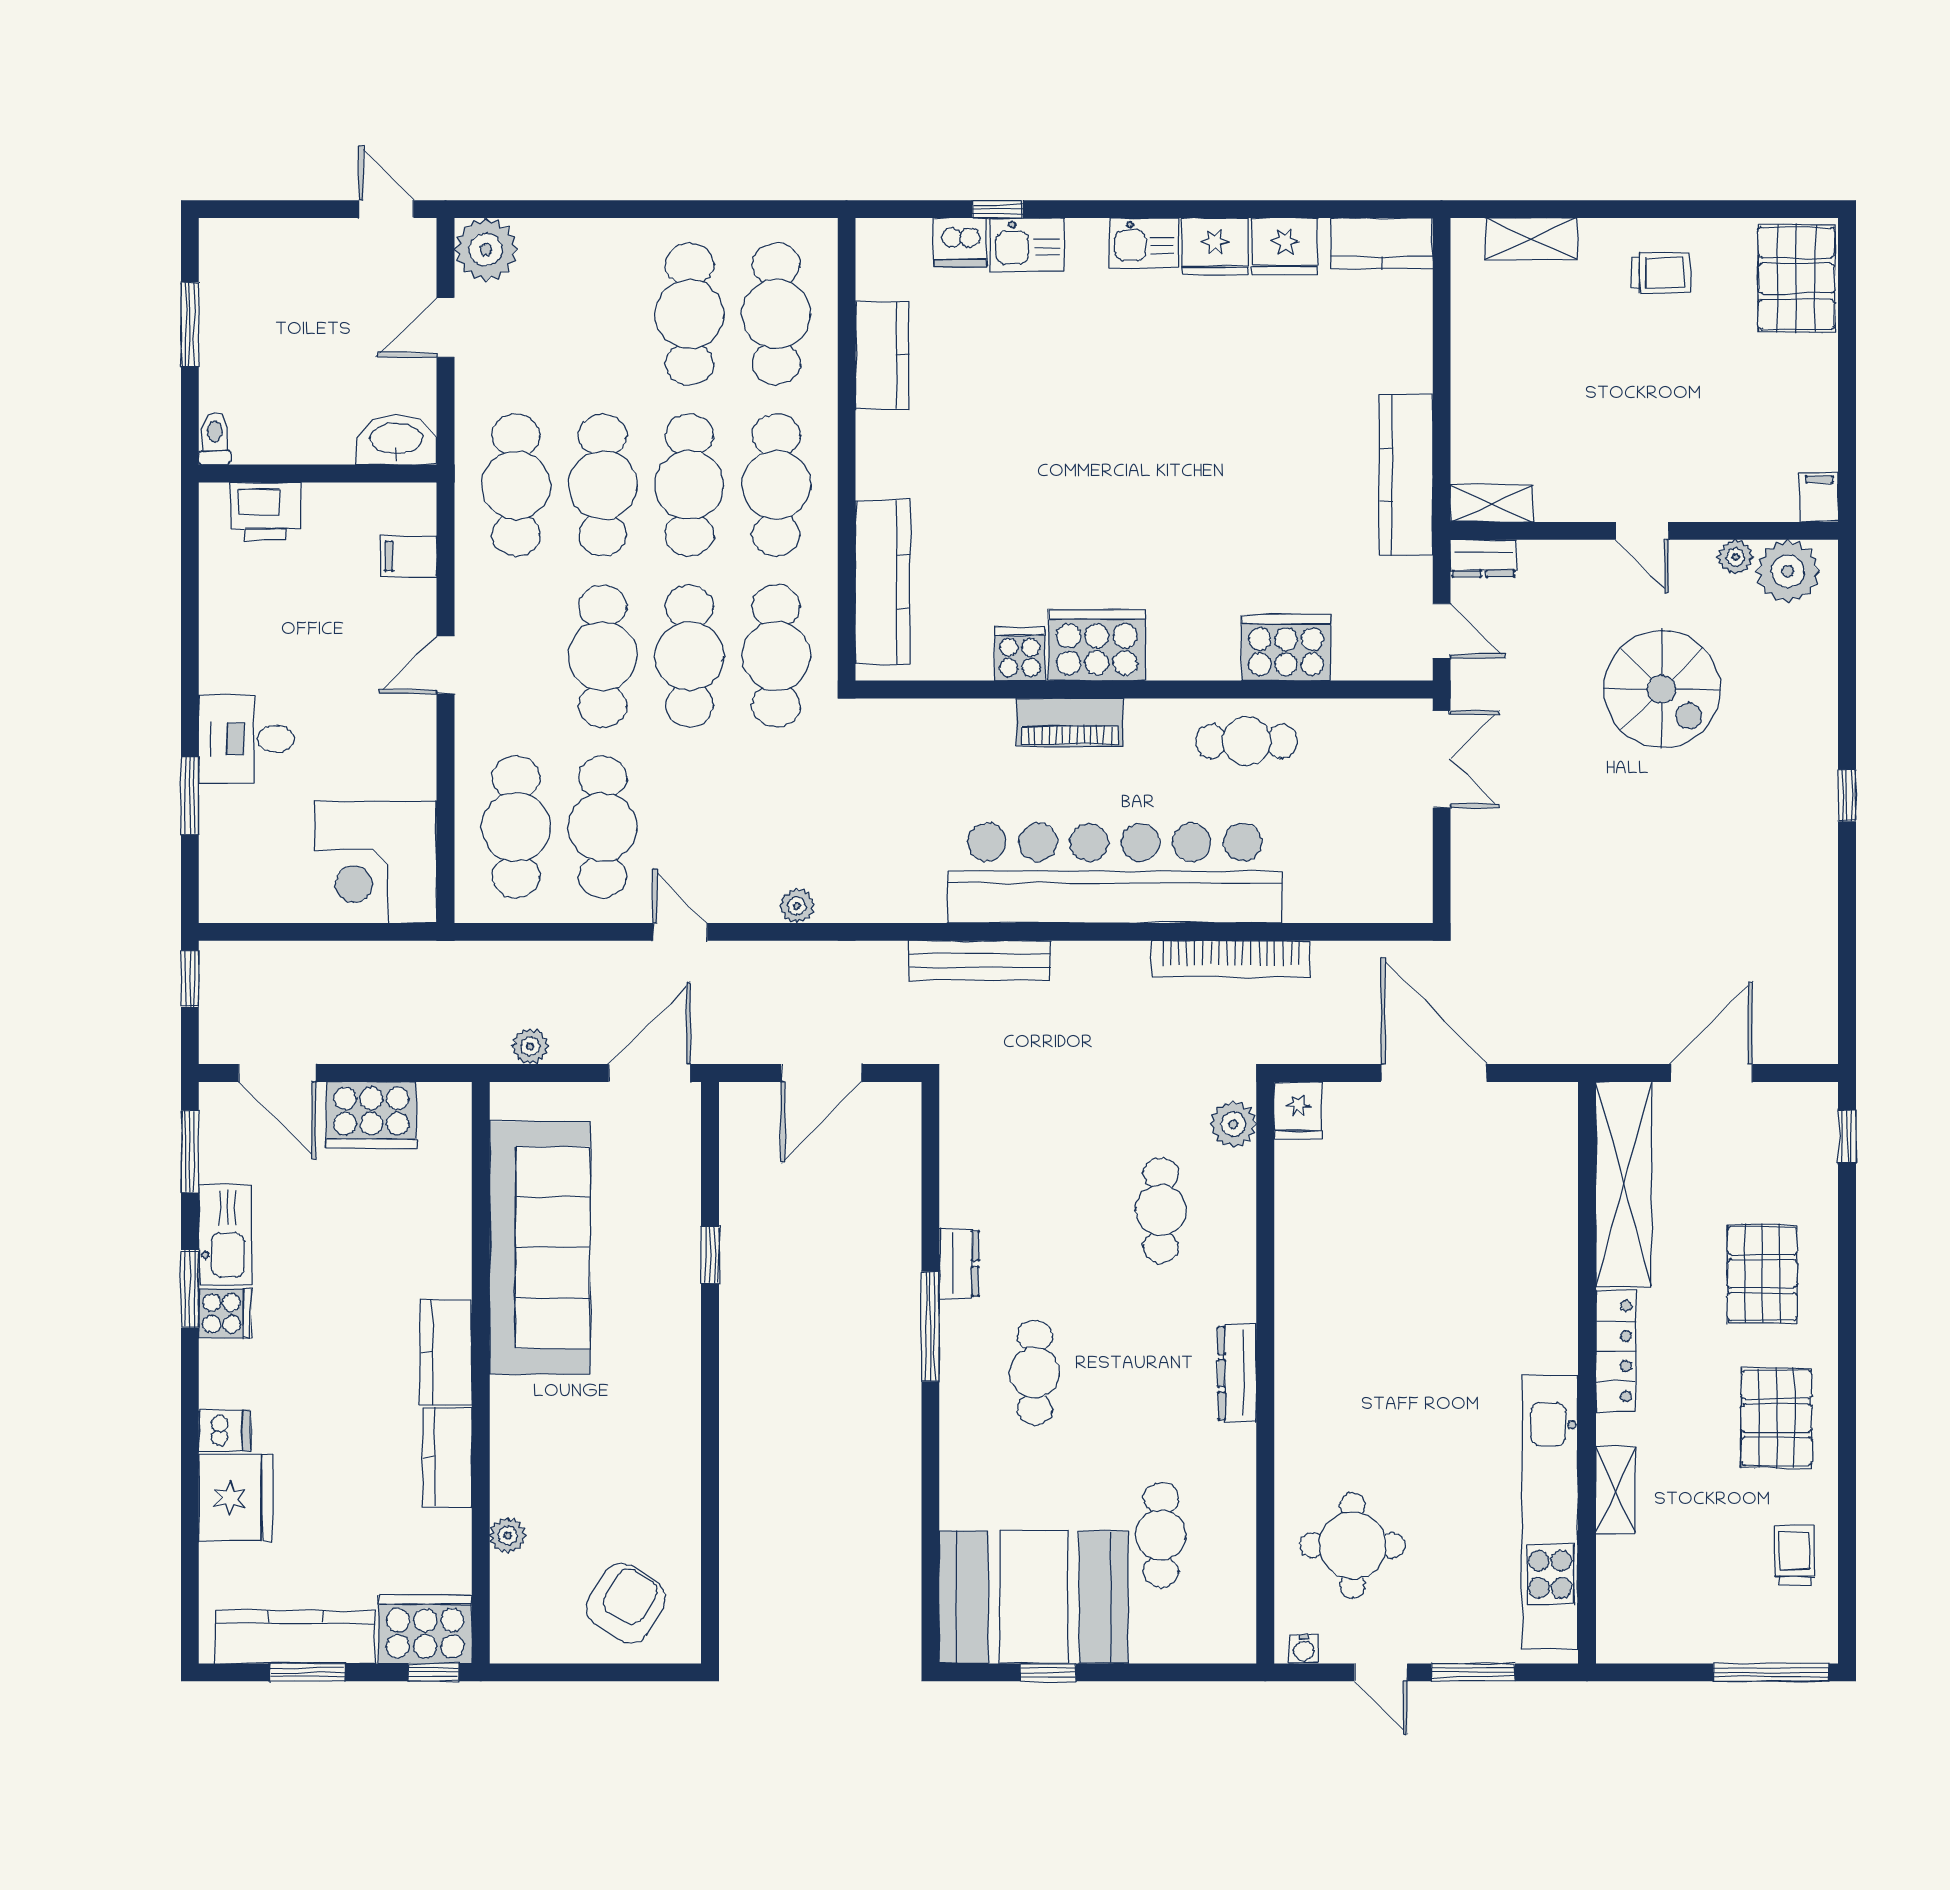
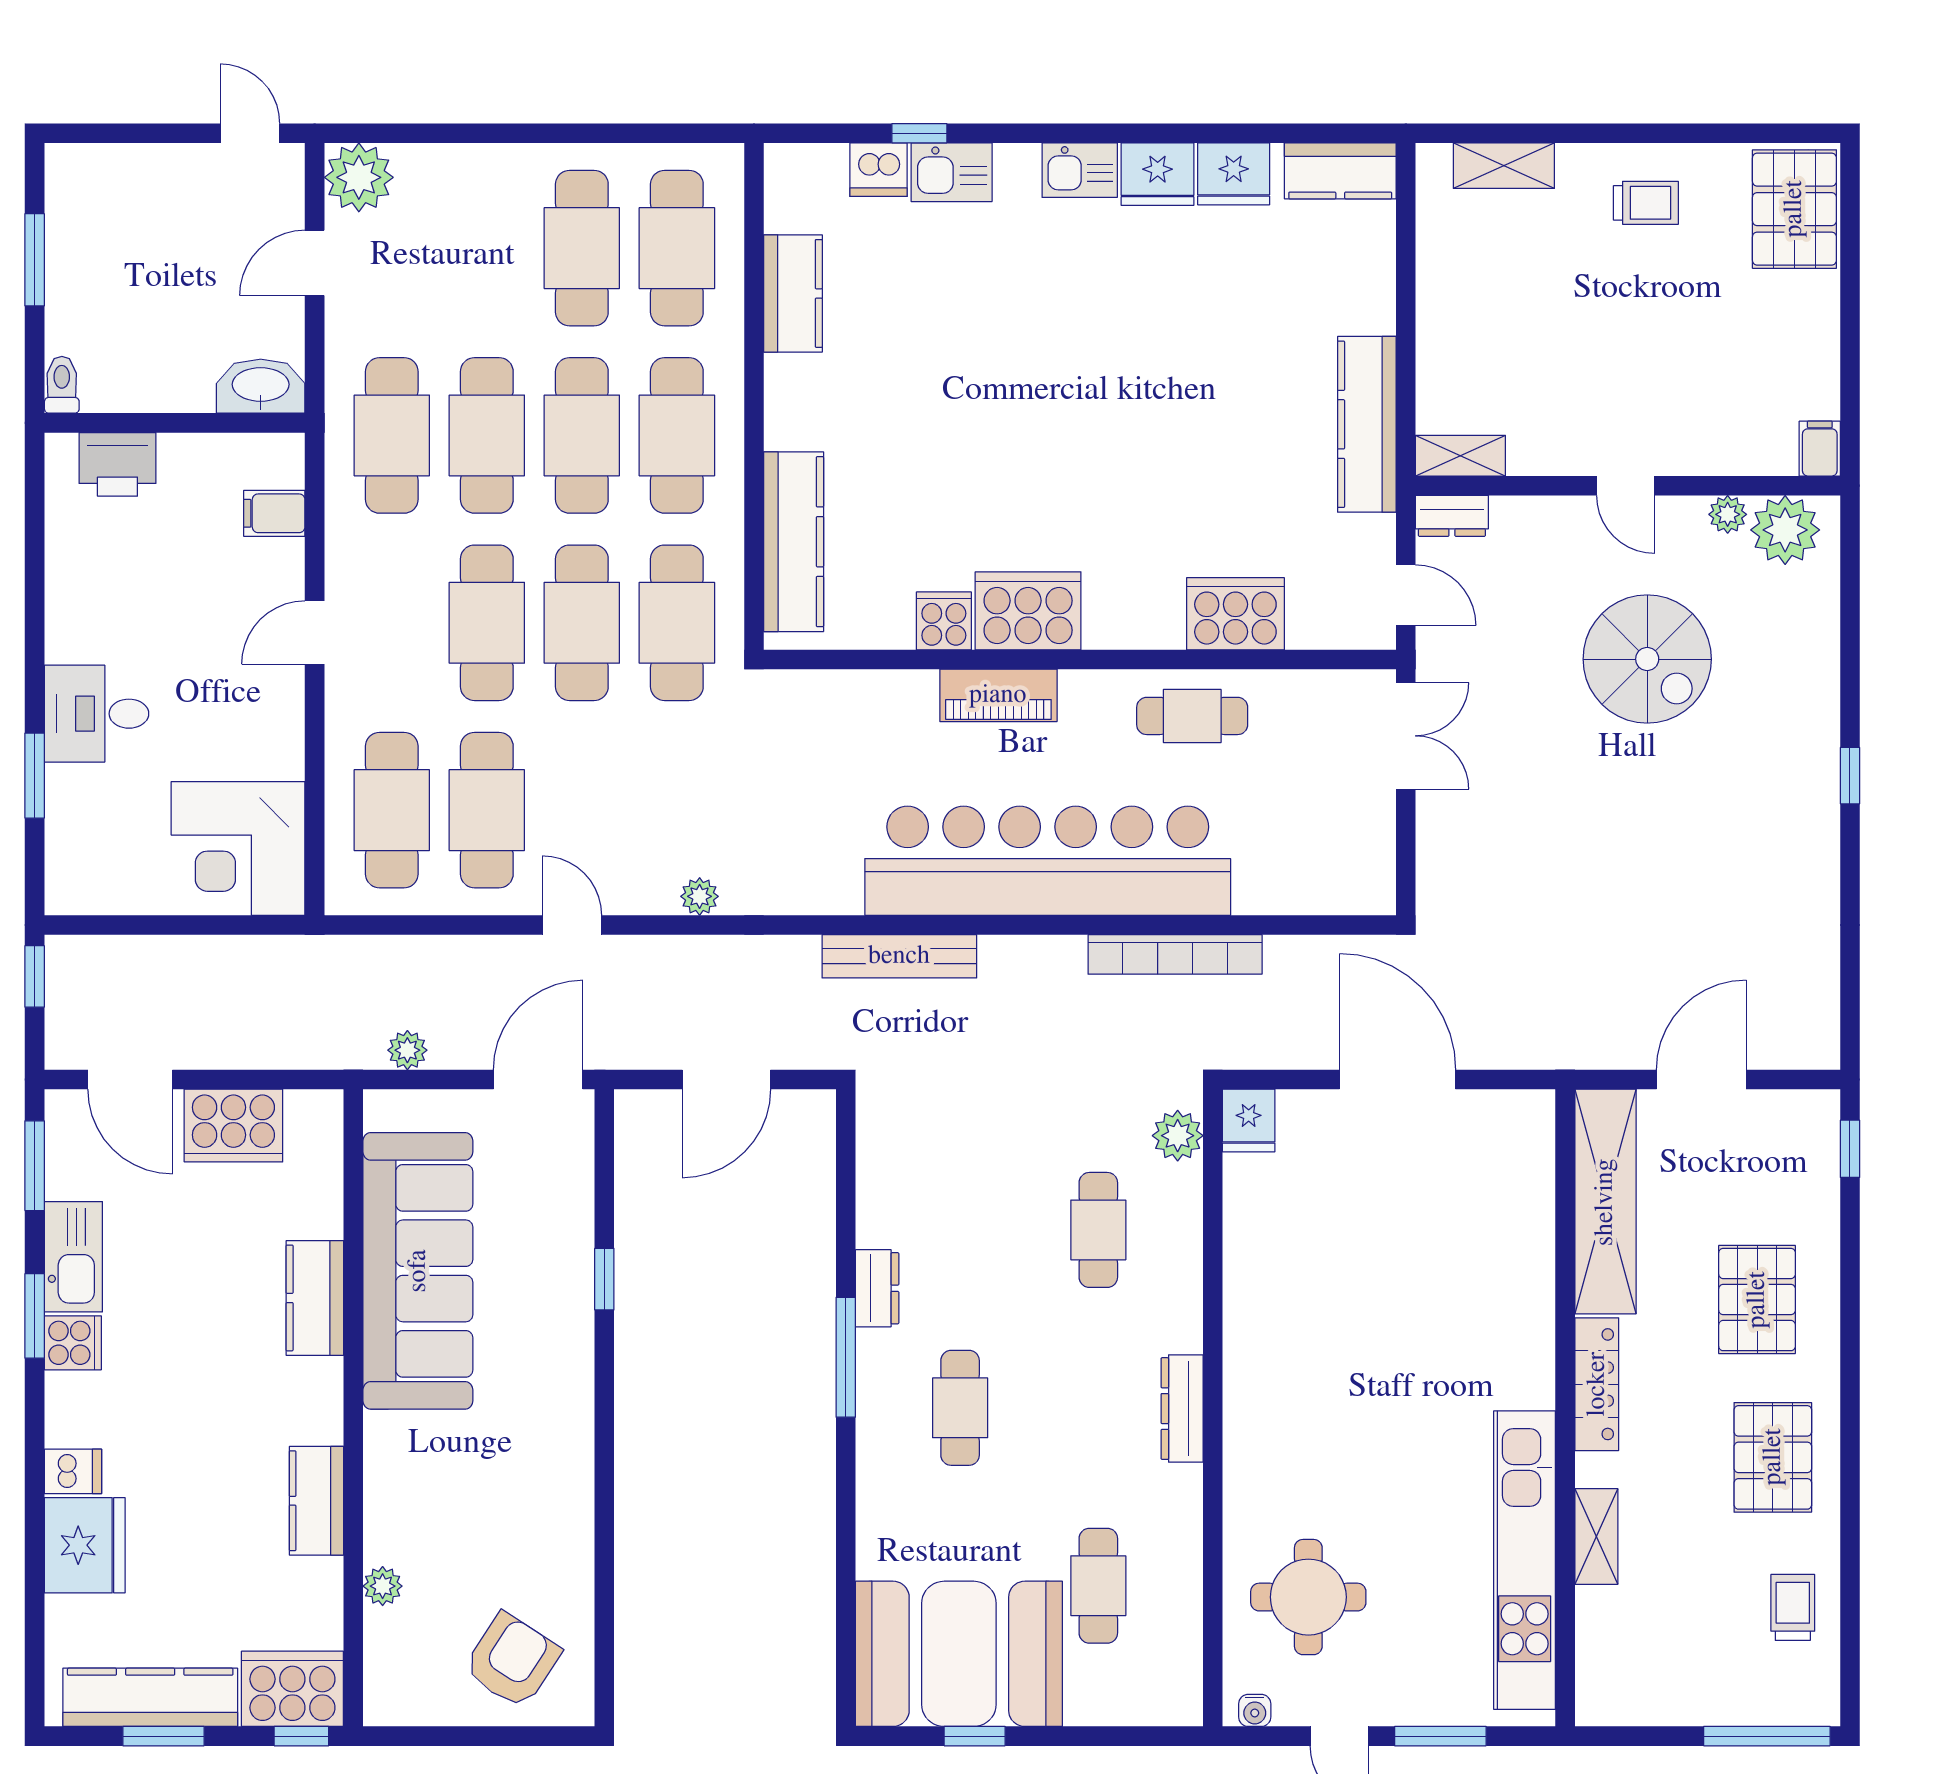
kitchen counter: (446, 1352) -> (315, 1298), moved

